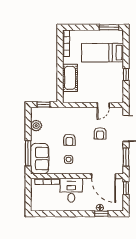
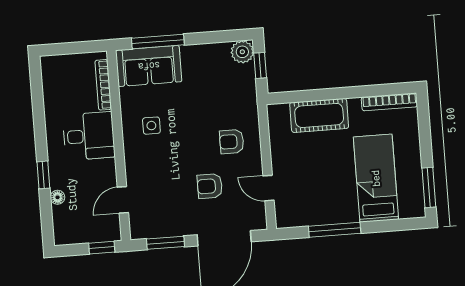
window: (126, 75) -> (335, 230), width x2.17
plant: (36, 126) -> (242, 52), moved
armchair: (69, 140) -> (232, 142), moved
door: (104, 176) -> (123, 200), width x0.53
window: (101, 214) -> (43, 175), moved

